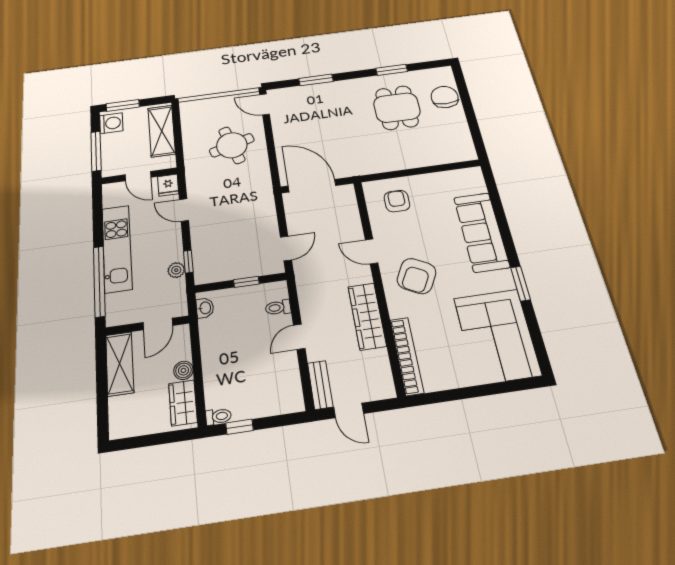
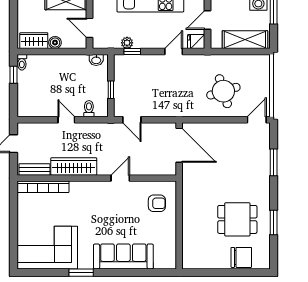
door: (312, 186) -> (179, 145), hinge flipped
armchair: (417, 276) -> (97, 205), removed
bench: (320, 385) -> (34, 169), moved

